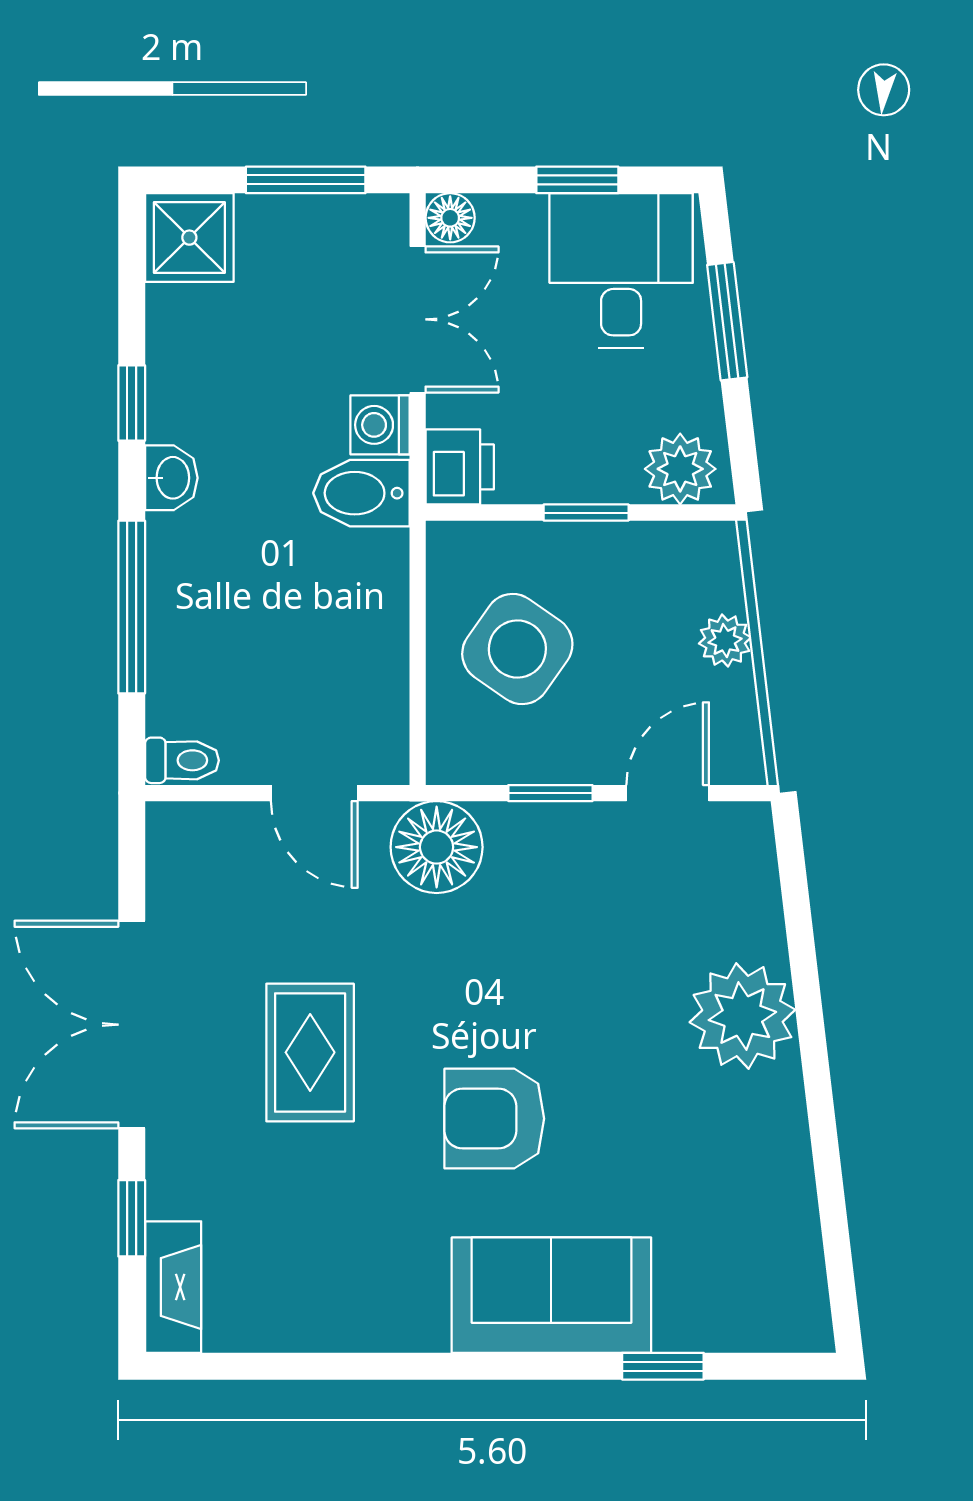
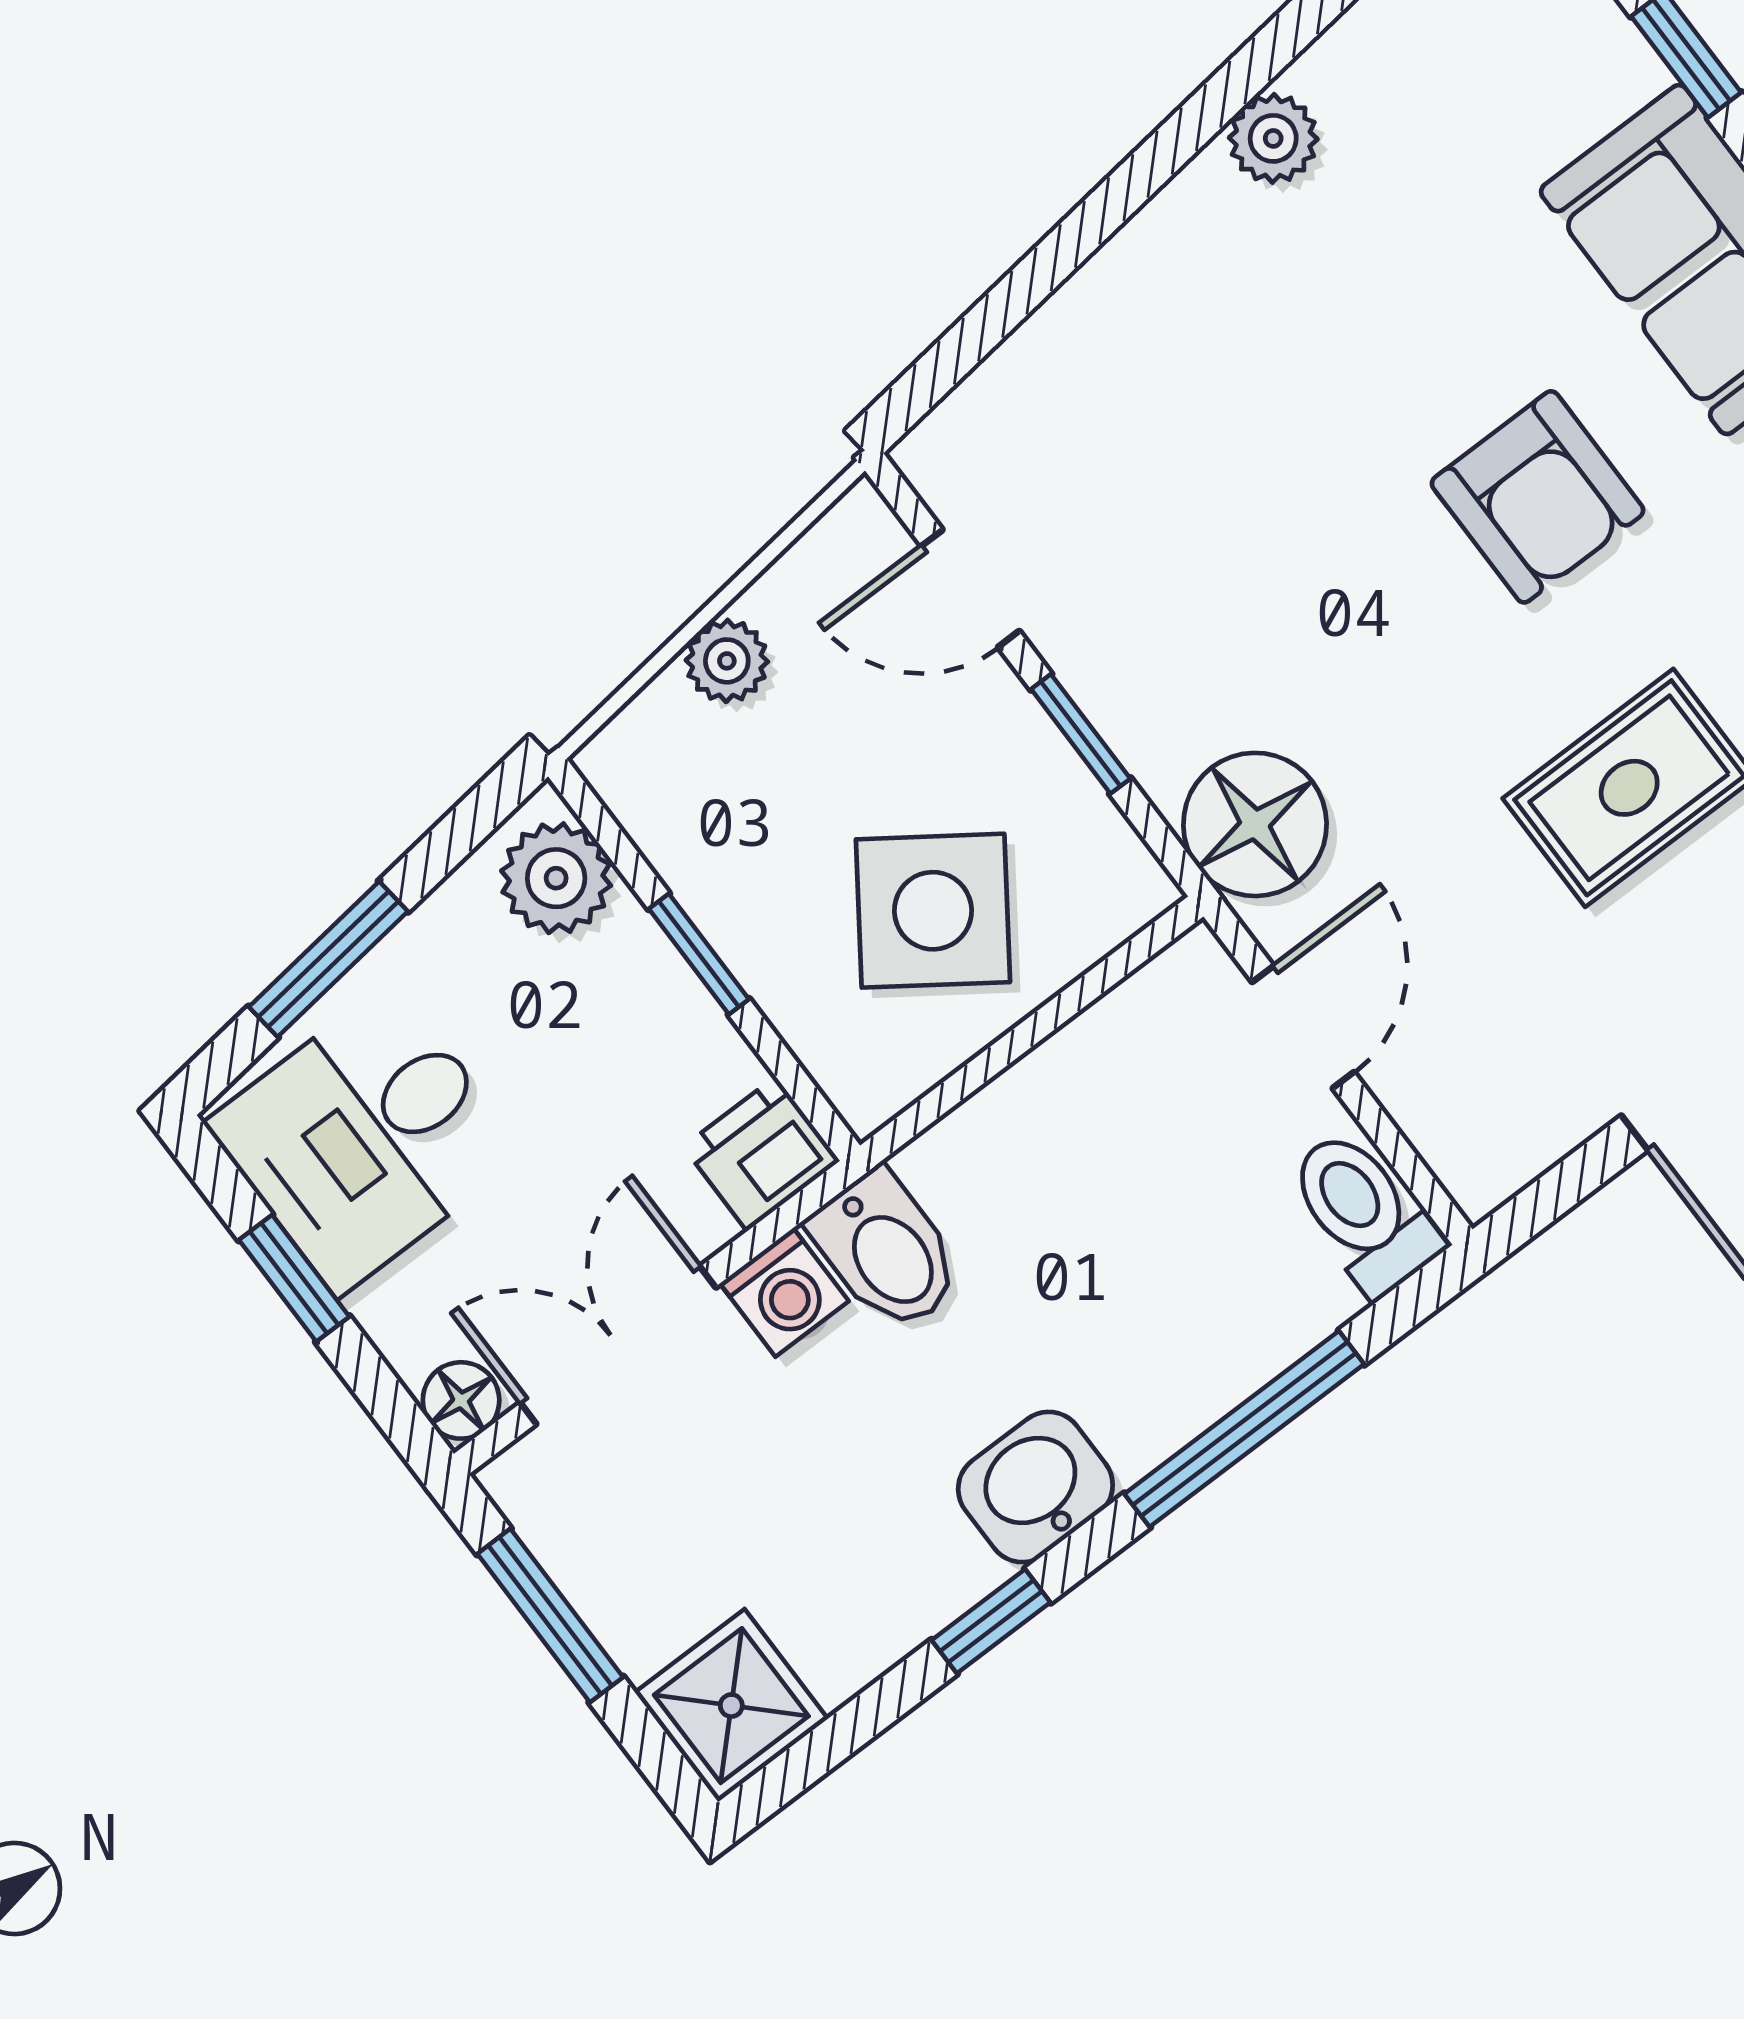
washbasin: (171, 478) -> (1035, 1487), width x1.38, depth x1.45
toilet: (182, 760) -> (1363, 1212), width x1.37, depth x1.39
plant: (742, 1016) -> (1273, 138), moved, width x0.53, depth x0.53

